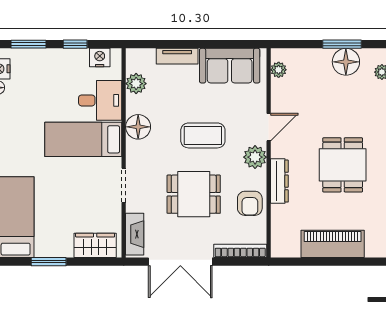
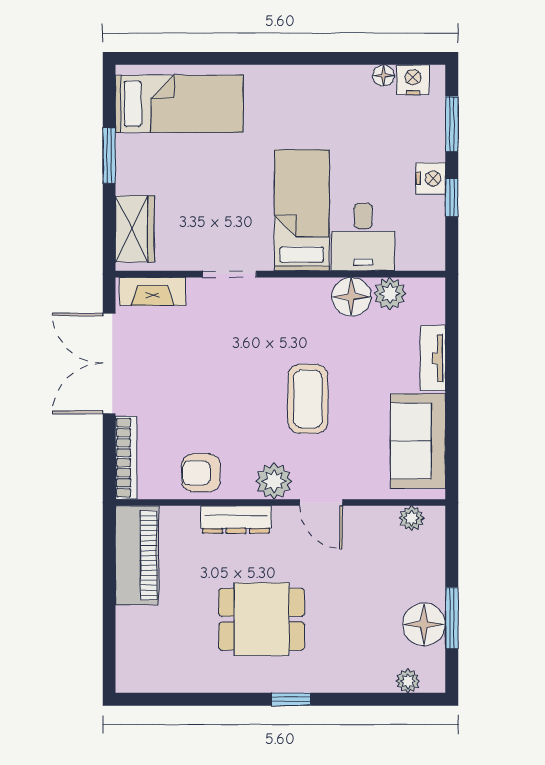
nightstand: (100, 58) -> (431, 179), moved
floor lamp: (138, 127) -> (352, 297), moved
dining table: (194, 194) -> (215, 384), removed
piano: (333, 244) -> (137, 555), moved

